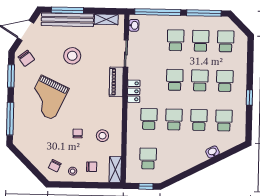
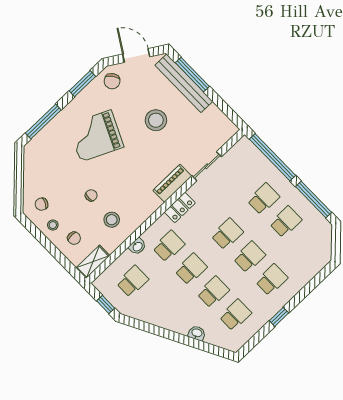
shelving: (106, 19) -> (219, 118), removed
washbasin: (134, 25) -> (137, 246), moved
school desk: (226, 41) -> (308, 245), removed

